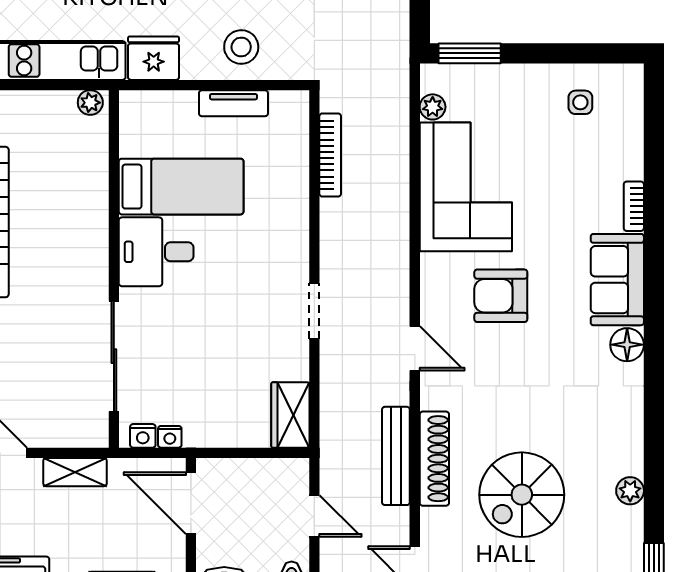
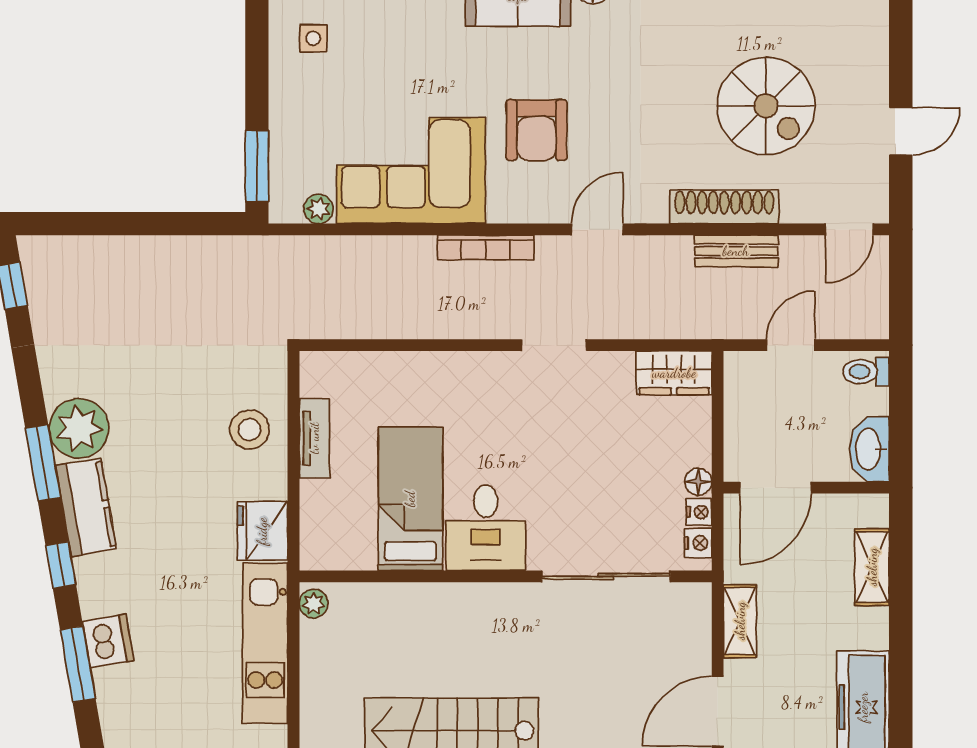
bookcase: (330, 155) -> (486, 247), moved, turned 180
floor lamp: (196, 436) -> (698, 482), added
bench: (396, 456) -> (736, 251), width x0.73

